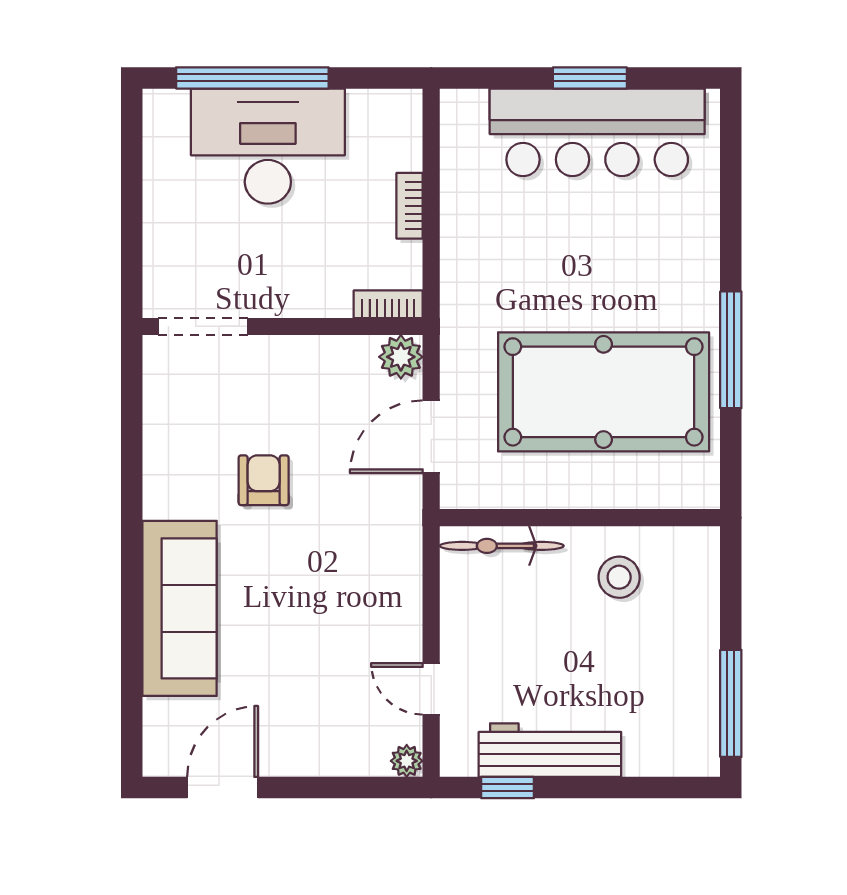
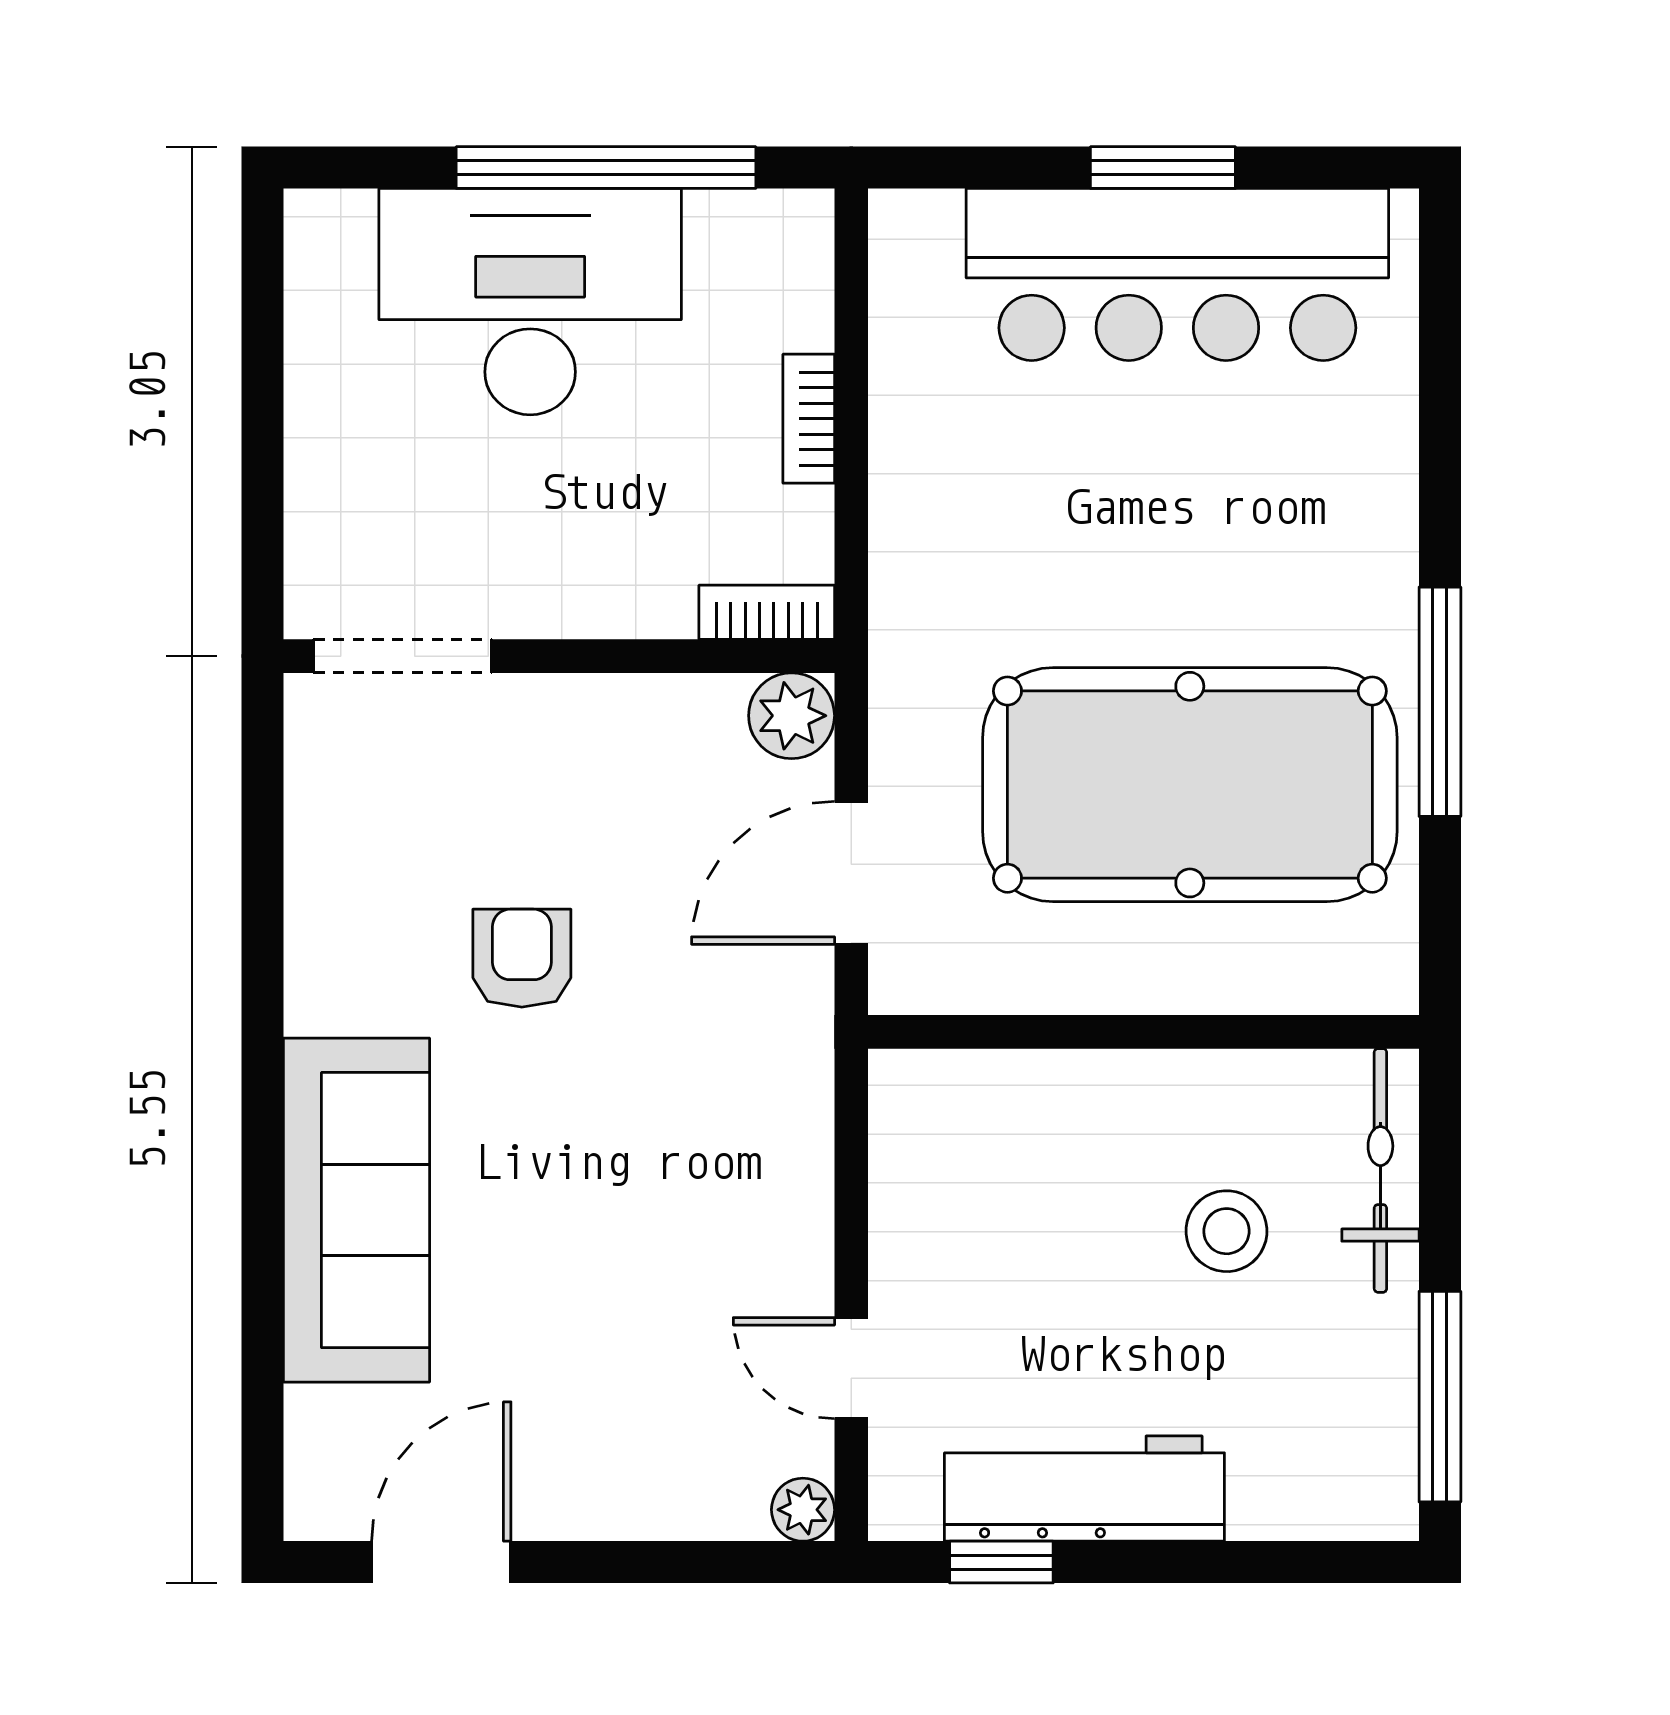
window: (252, 78) -> (606, 168), moved
bicycle: (502, 546) -> (1380, 1170), moved, turned 90
stool: (619, 577) -> (1226, 1231), moved

